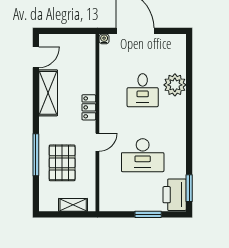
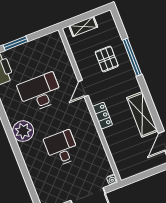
plant: (175, 85) -> (23, 131), moved
pallet: (62, 163) -> (107, 59), width x0.67, depth x0.71

